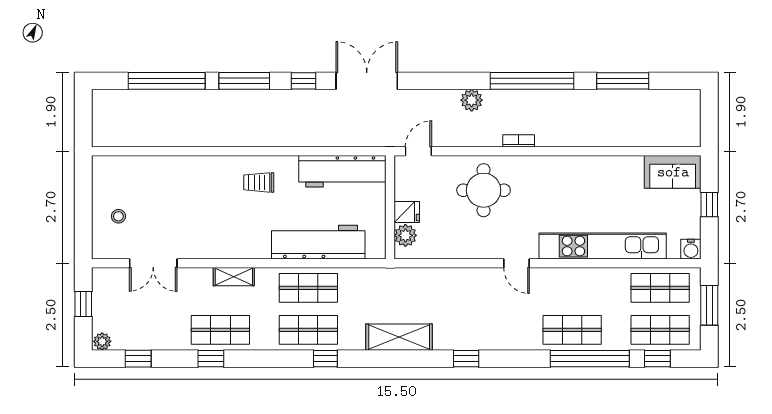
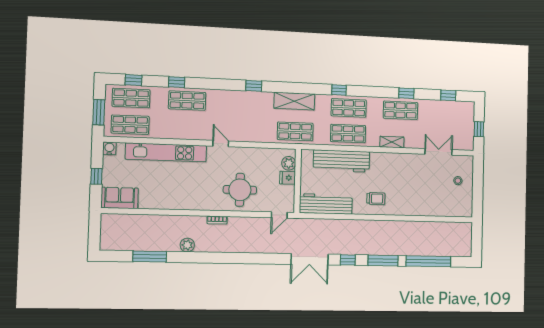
window: (532, 81) -> (207, 258), removed
plant: (472, 100) -> (187, 245), moved
shop shelf: (396, 288) -> (295, 131), added
plant: (102, 341) -> (469, 107), removed
window: (590, 359) -> (177, 82), width x0.32

